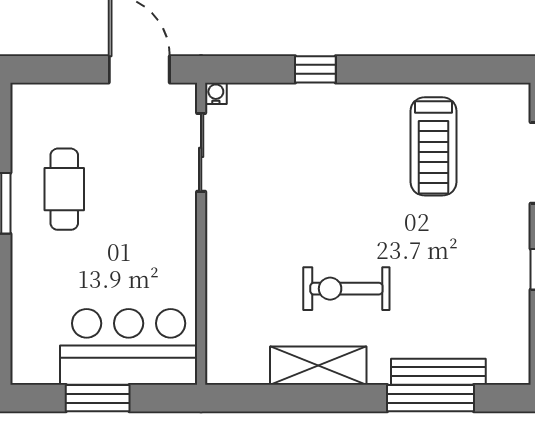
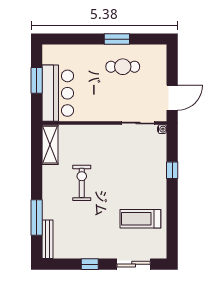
shelving: (318, 366) -> (50, 145), moved
bench: (438, 372) -> (48, 239), moved

